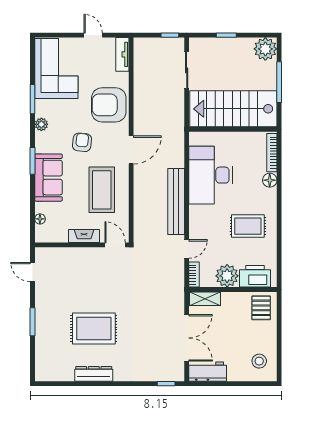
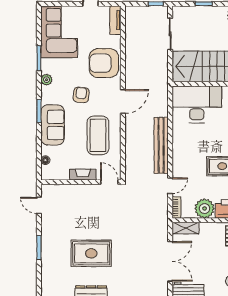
desk: (211, 175) -> (197, 104), moved, turned 90

